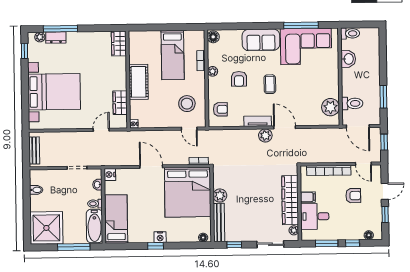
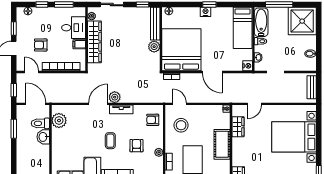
washbasin: (348, 59) -> (43, 137), moved
door: (285, 127) -> (98, 104), swing flipped

